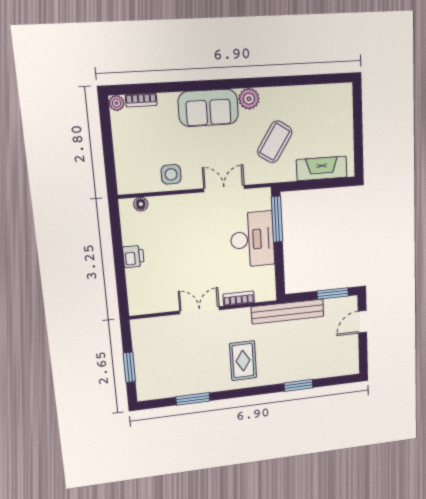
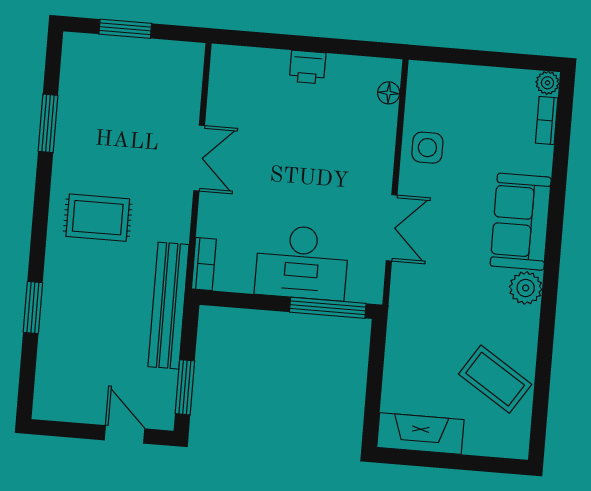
coffee table: (275, 142) -> (495, 379), moved
fireplace: (322, 168) -> (420, 434), moved, turned -90
bookcase: (239, 298) -> (204, 264), moved

